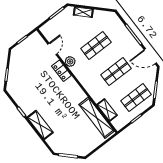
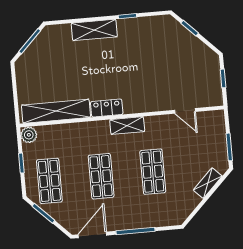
plant: (70, 61) -> (29, 135), moved
locker: (61, 71) -> (107, 108), moved
shelving: (107, 110) -> (127, 126), moved

